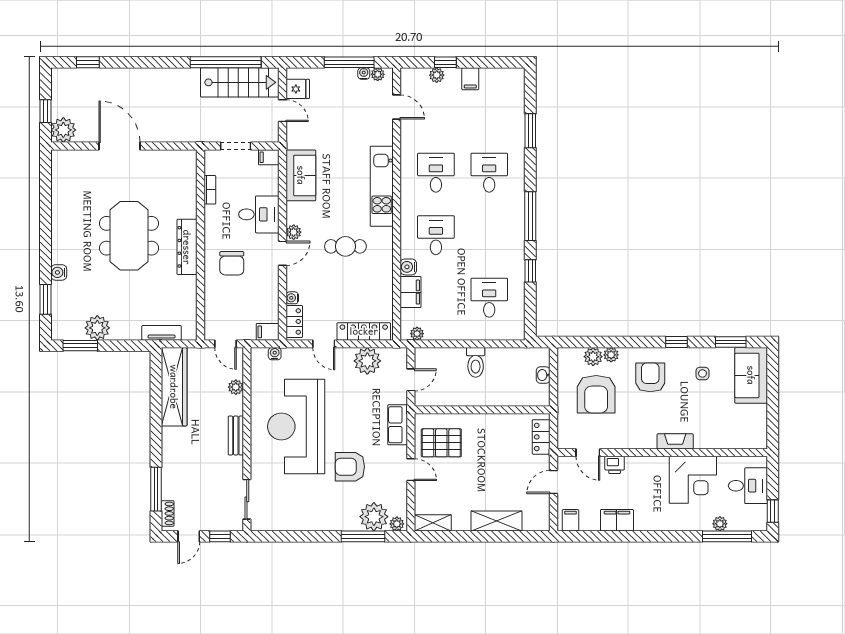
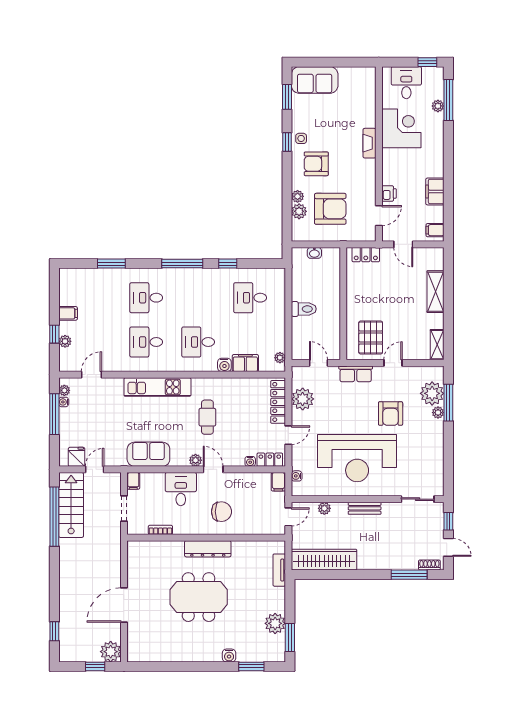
side table: (702, 373) -> (301, 138), moved
plant: (397, 524) -> (438, 413), moved

